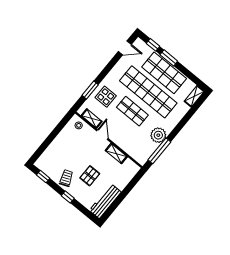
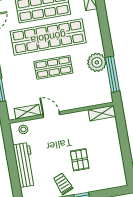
display table: (106, 97) -> (18, 81), removed
shelving: (116, 154) -> (102, 113), moved
workbench: (105, 201) -> (25, 165), moved, turned 180

